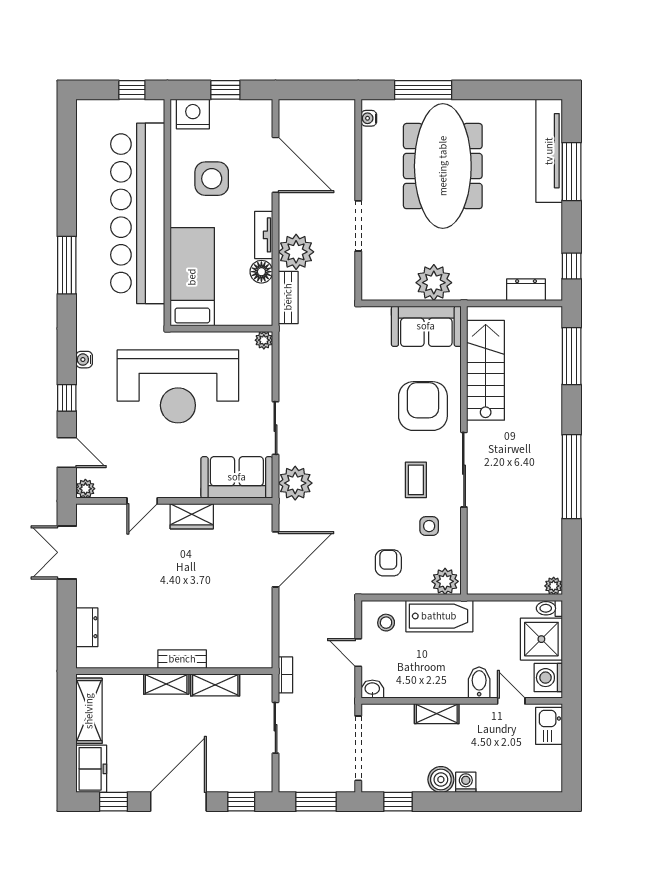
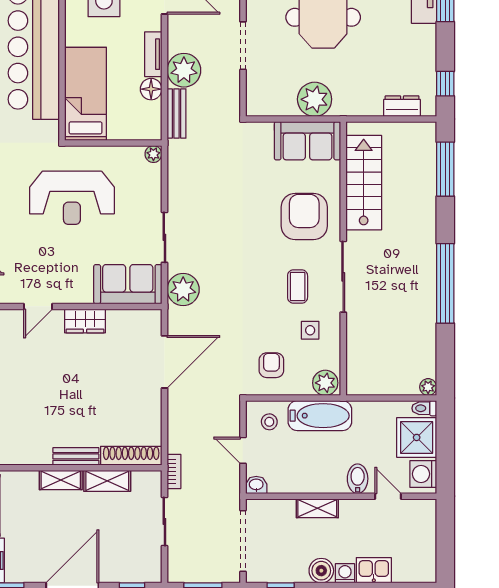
reception desk: (178, 386) -> (72, 198), width x0.74, depth x0.77
shoe rack: (240, 658) -> (131, 456), added
kitchen sink: (549, 726) -> (374, 570), moved, turned 90

